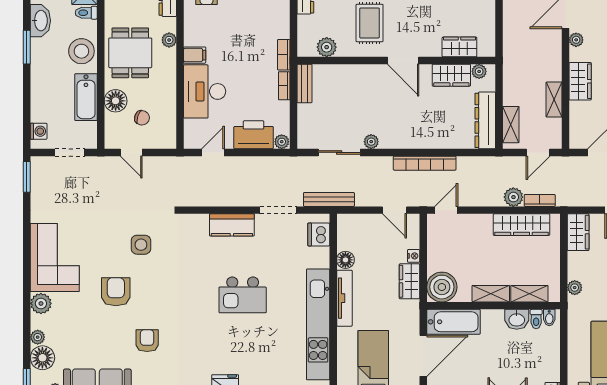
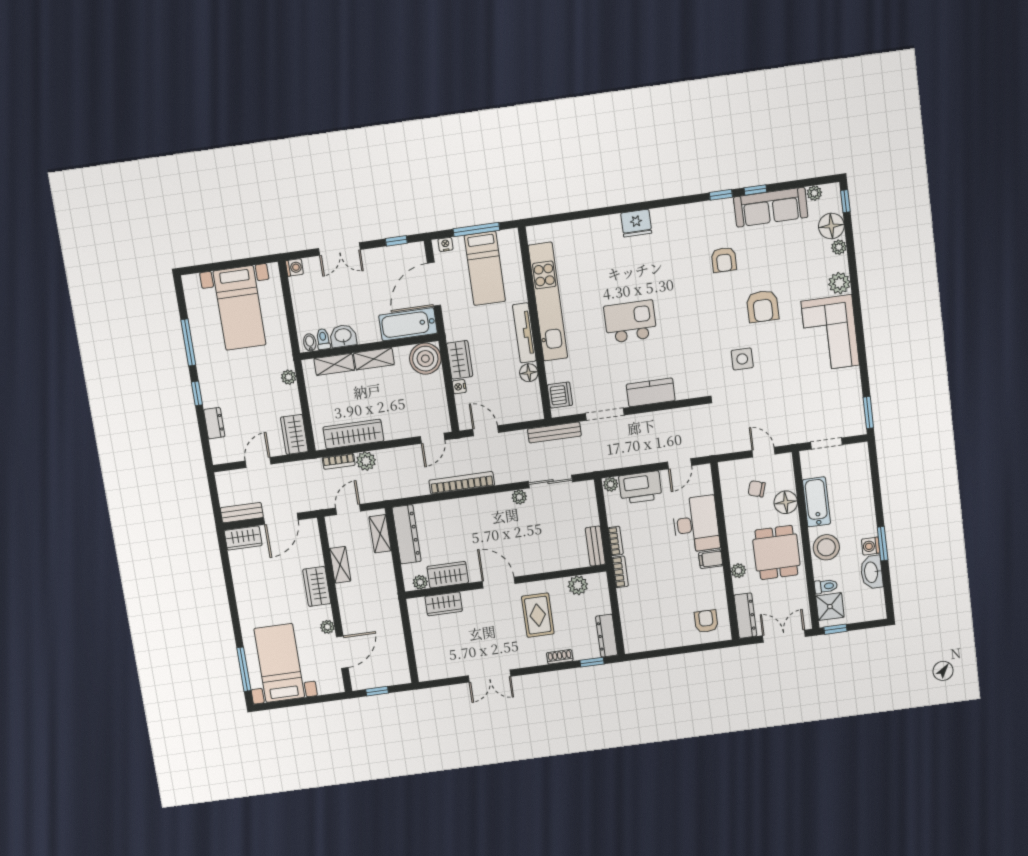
washing machine: (39, 131) -> (871, 546), moved

